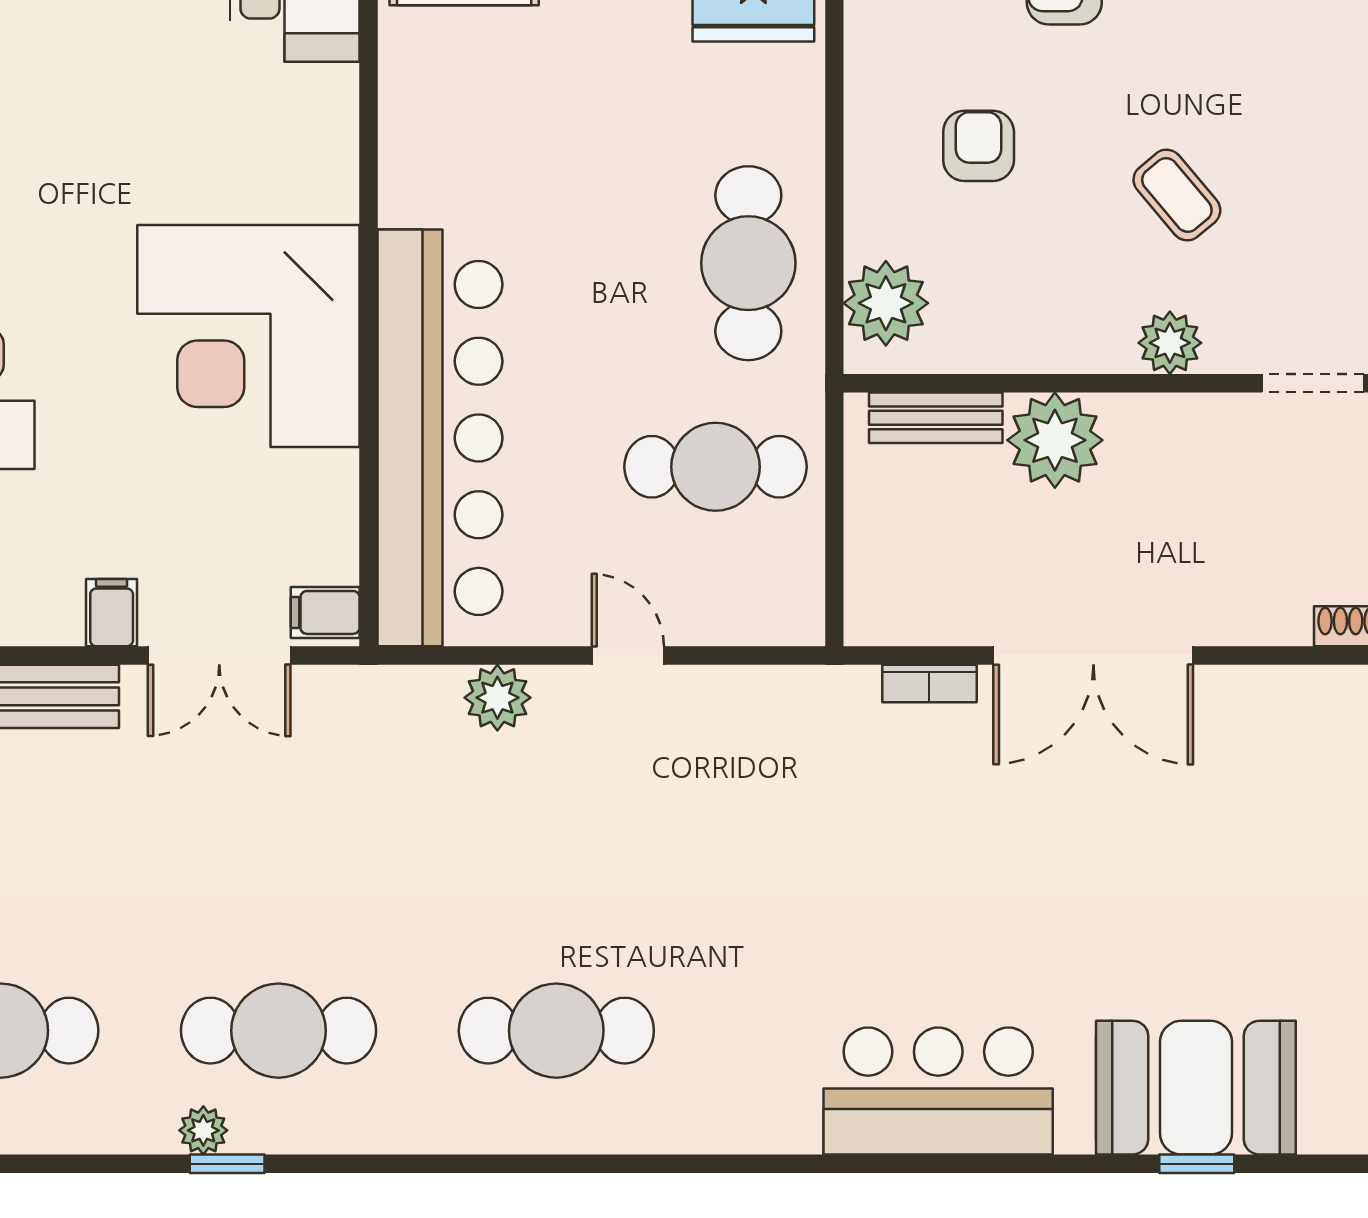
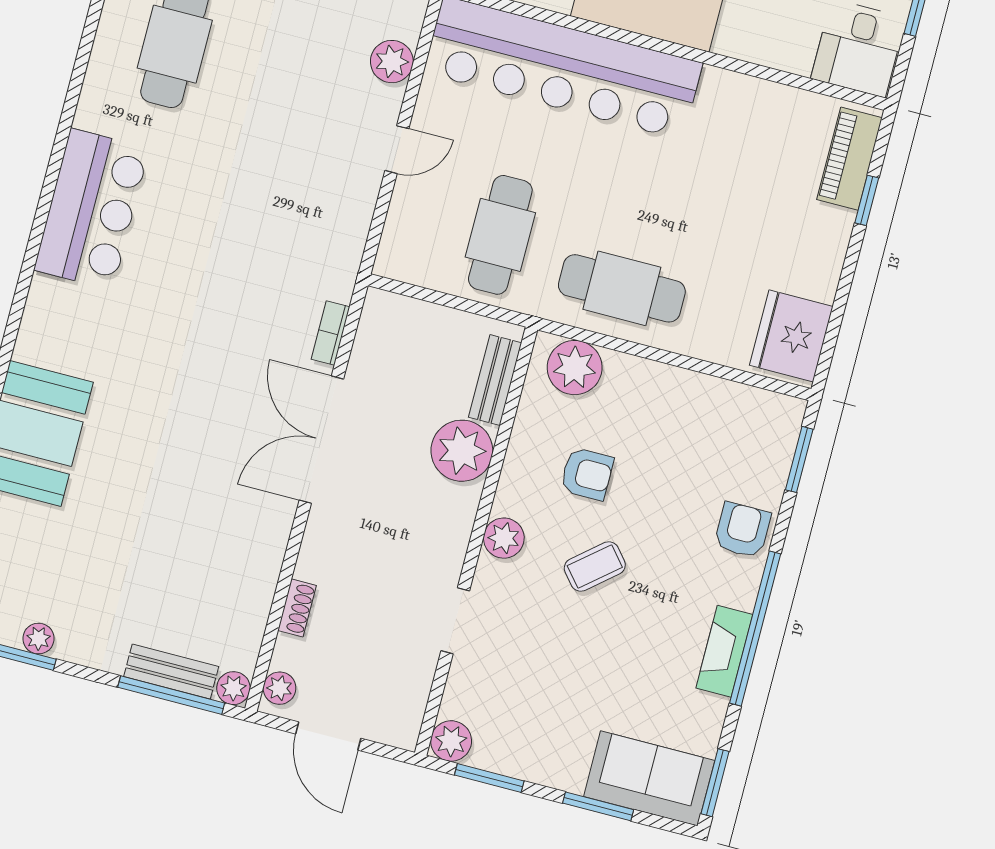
armchair: (979, 146) -> (587, 474), moved
bar counter: (938, 1091) -> (92, 209), moved

